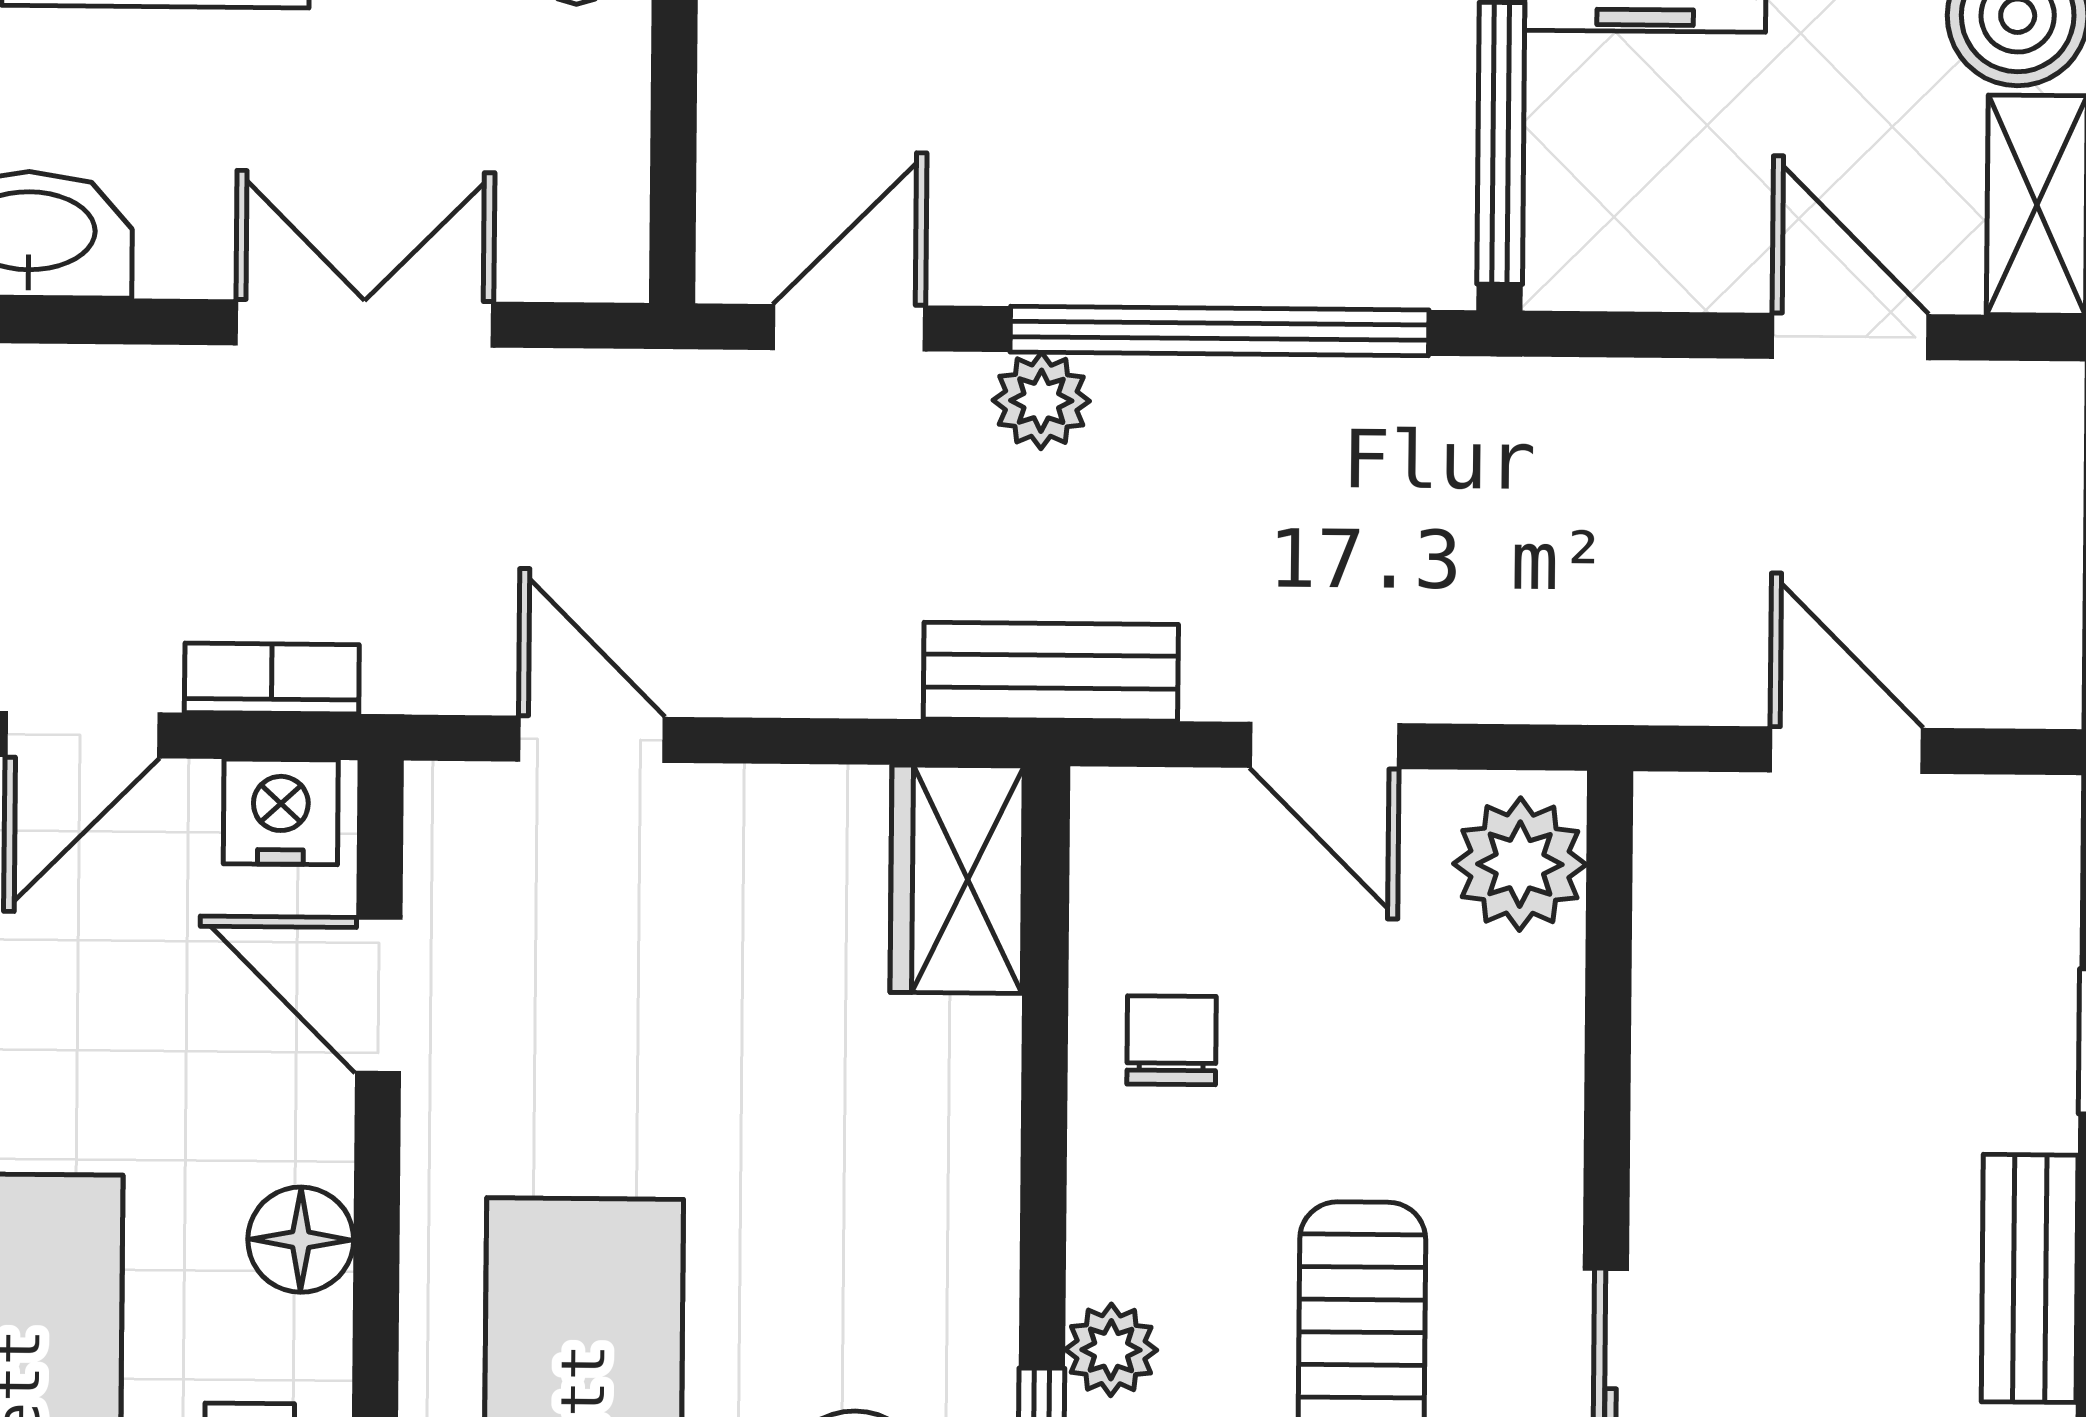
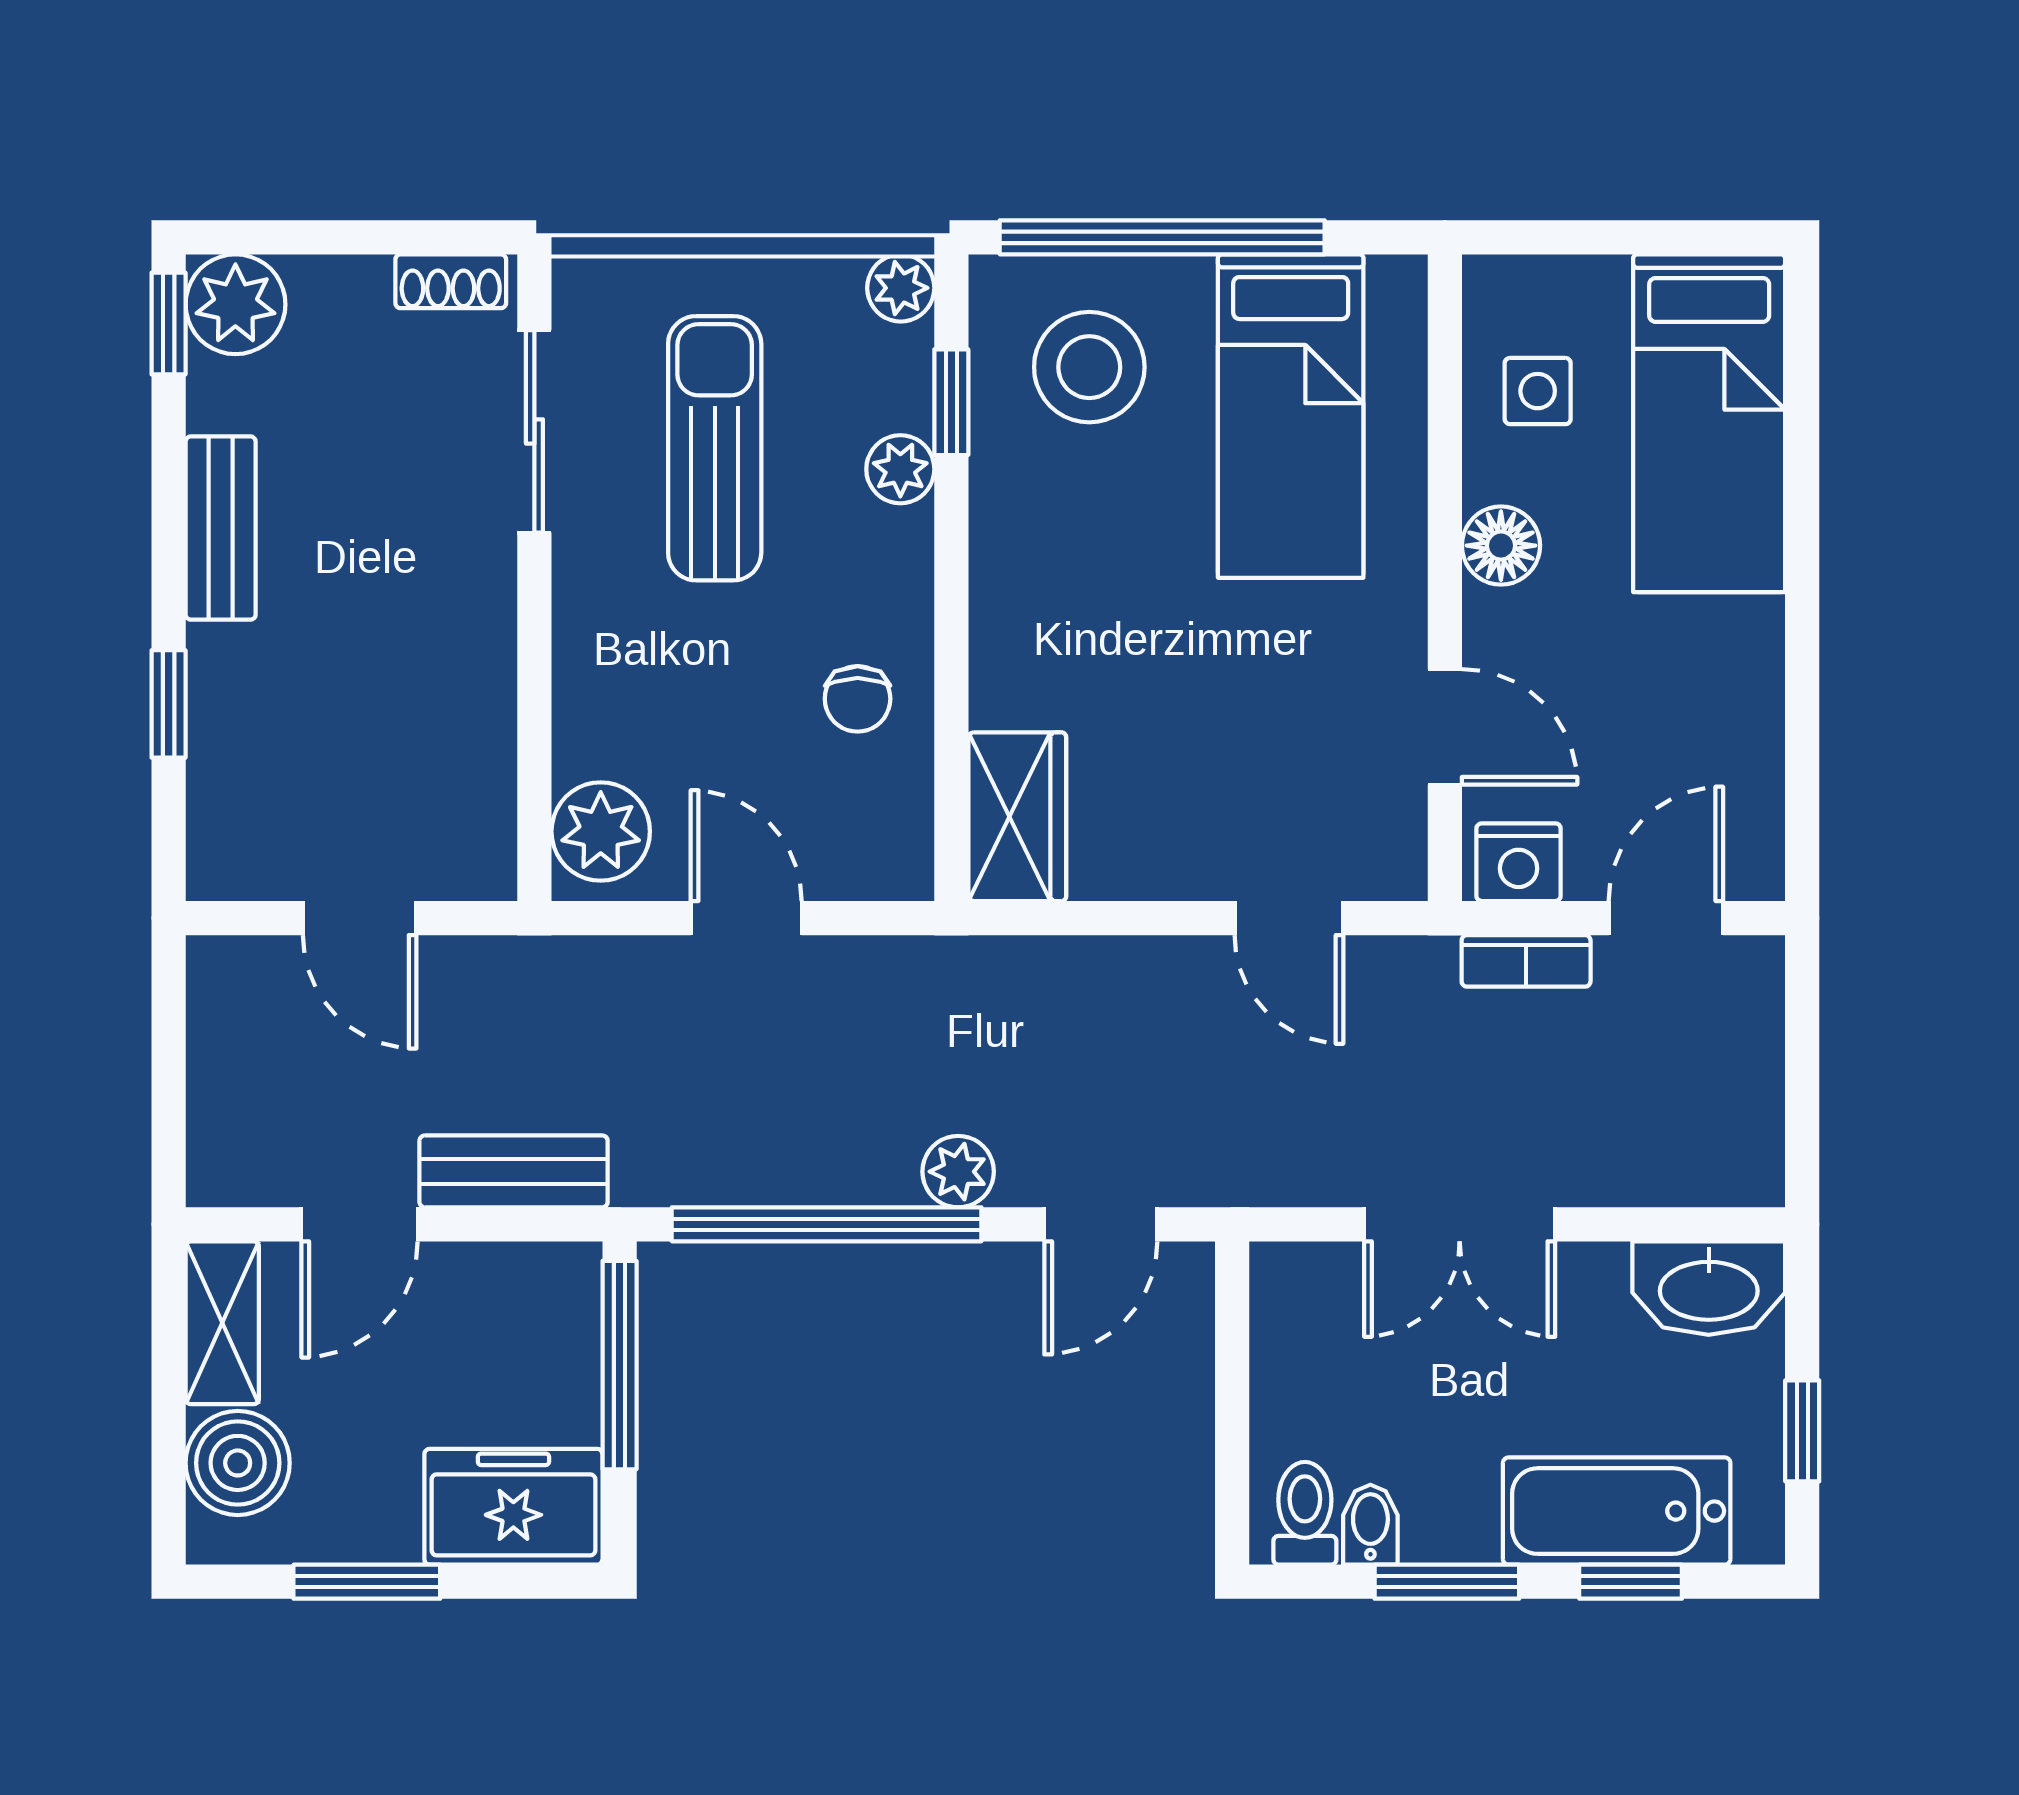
door: (1850, 336) -> (360, 1224), hinge flipped
bench: (1051, 672) -> (514, 1171), moved

